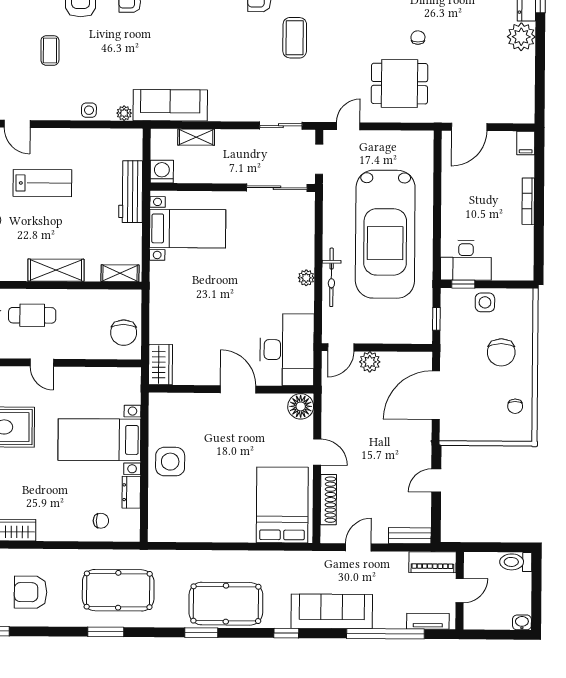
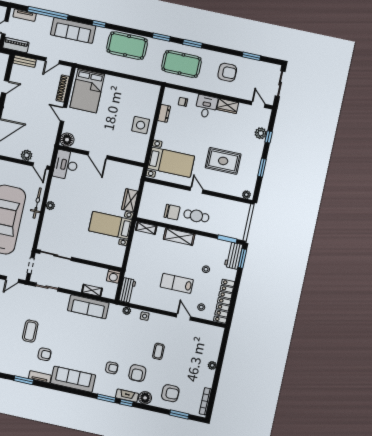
sofa: (170, 105) -> (88, 307), moved
workbench: (131, 192) -> (127, 290), moved, width x0.73
bed with nightstands: (188, 229) -> (110, 225), moved
chair: (124, 333) -> (172, 212), moved, turned 90
door: (341, 347) -> (40, 166), swing flipped
desk: (287, 350) -> (66, 165), width x0.73, depth x0.77
wardrobe: (161, 365) -> (130, 200), moved
bed with nightstands: (99, 440) -> (171, 162), moved
desk: (56, 521) -> (206, 106), added
window: (201, 633) -> (161, 37), moved

